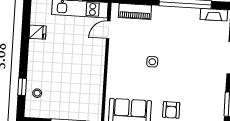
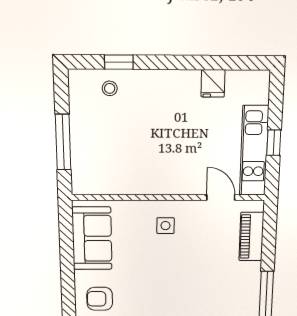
side table: (152, 62) -> (165, 226), moved

